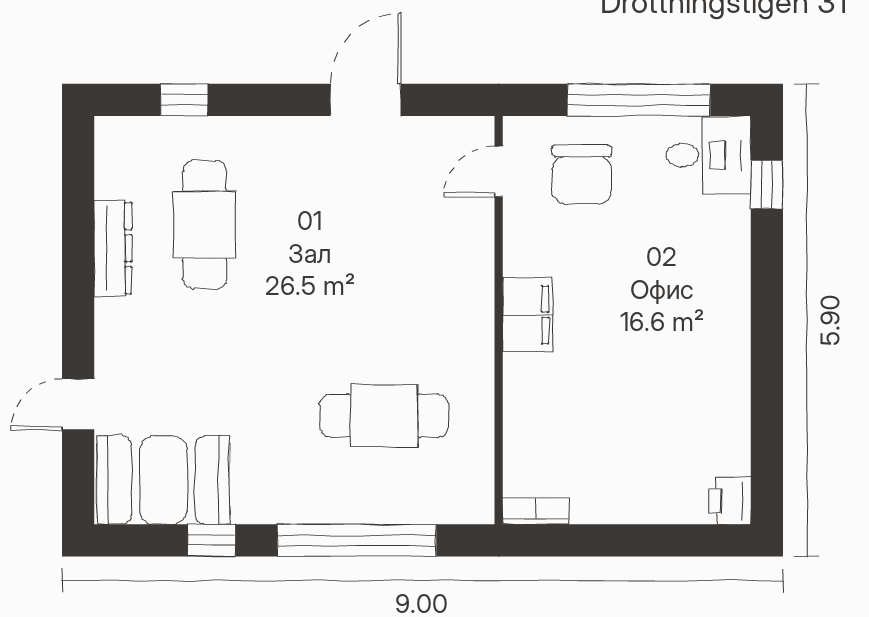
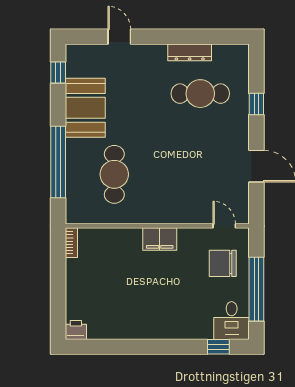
window: (184, 100) -> (256, 104), moved
booth: (163, 480) -> (85, 108), moved
window: (212, 540) -> (58, 72), moved

